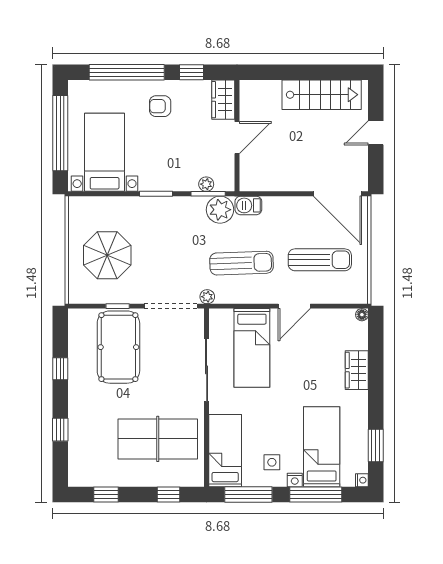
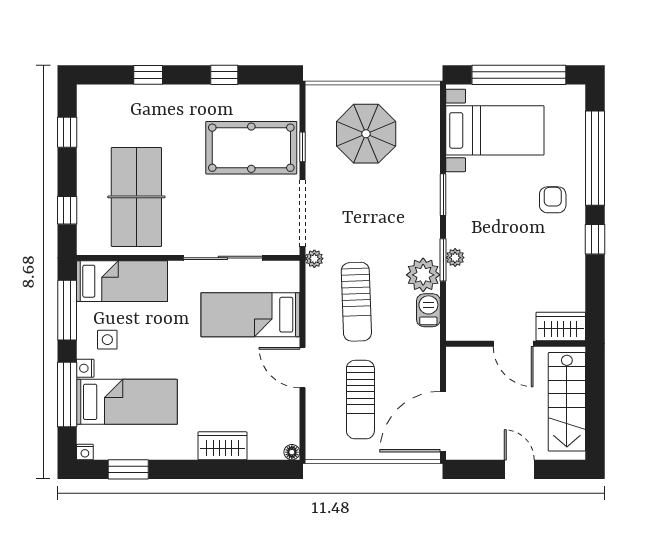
wardrobe: (223, 100) -> (561, 326), moved
wall: (237, 136) -> (516, 344), moved
door: (237, 138) -> (513, 344), moved

